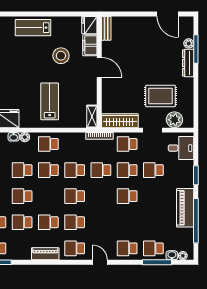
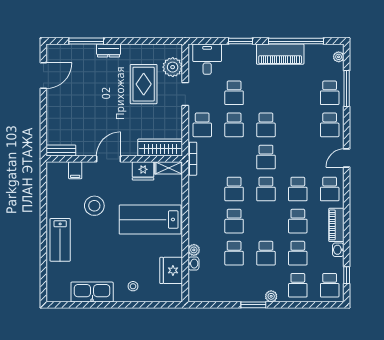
fridge: (89, 25) -> (143, 171), moved
plant: (189, 43) -> (79, 50), removed
filing cabinet: (90, 45) -> (75, 170), width x0.50
dresser: (188, 63) -> (109, 50), width x0.70
lab bench: (50, 101) -> (150, 220), width x1.36, depth x1.39
wardrobe: (120, 121) -> (160, 148), moved, turned 90
school desk: (48, 144) -> (202, 221), removed
school desk: (101, 170) -> (266, 157), moved
washbasin: (172, 255) -> (338, 250), moved

